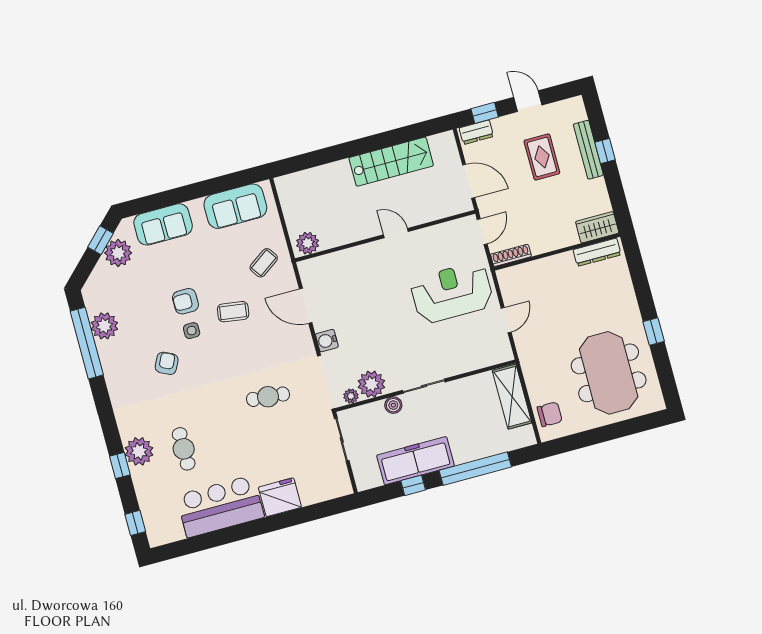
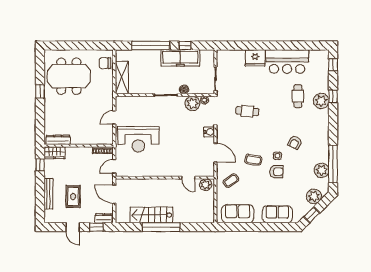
window: (368, 144) -> (161, 227), added
window: (605, 151) -> (40, 165), moved
door: (396, 233) -> (188, 178), moved
plant: (118, 253) -> (314, 196), moved
meeting table: (609, 373) -> (69, 76), turned 90

